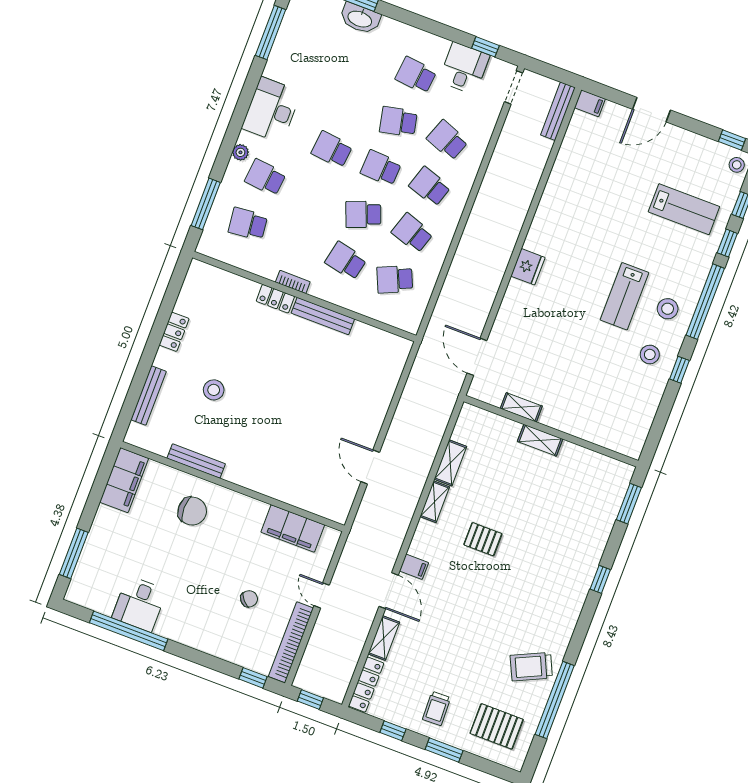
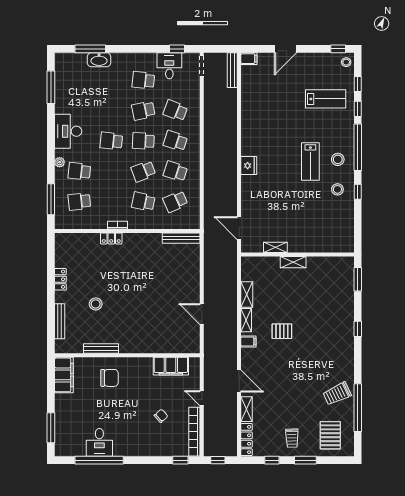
bench: (323, 316) -> (181, 238), moved
filing cabinet: (414, 567) -> (248, 341), moved
pallet: (497, 726) -> (330, 435), turned 90

